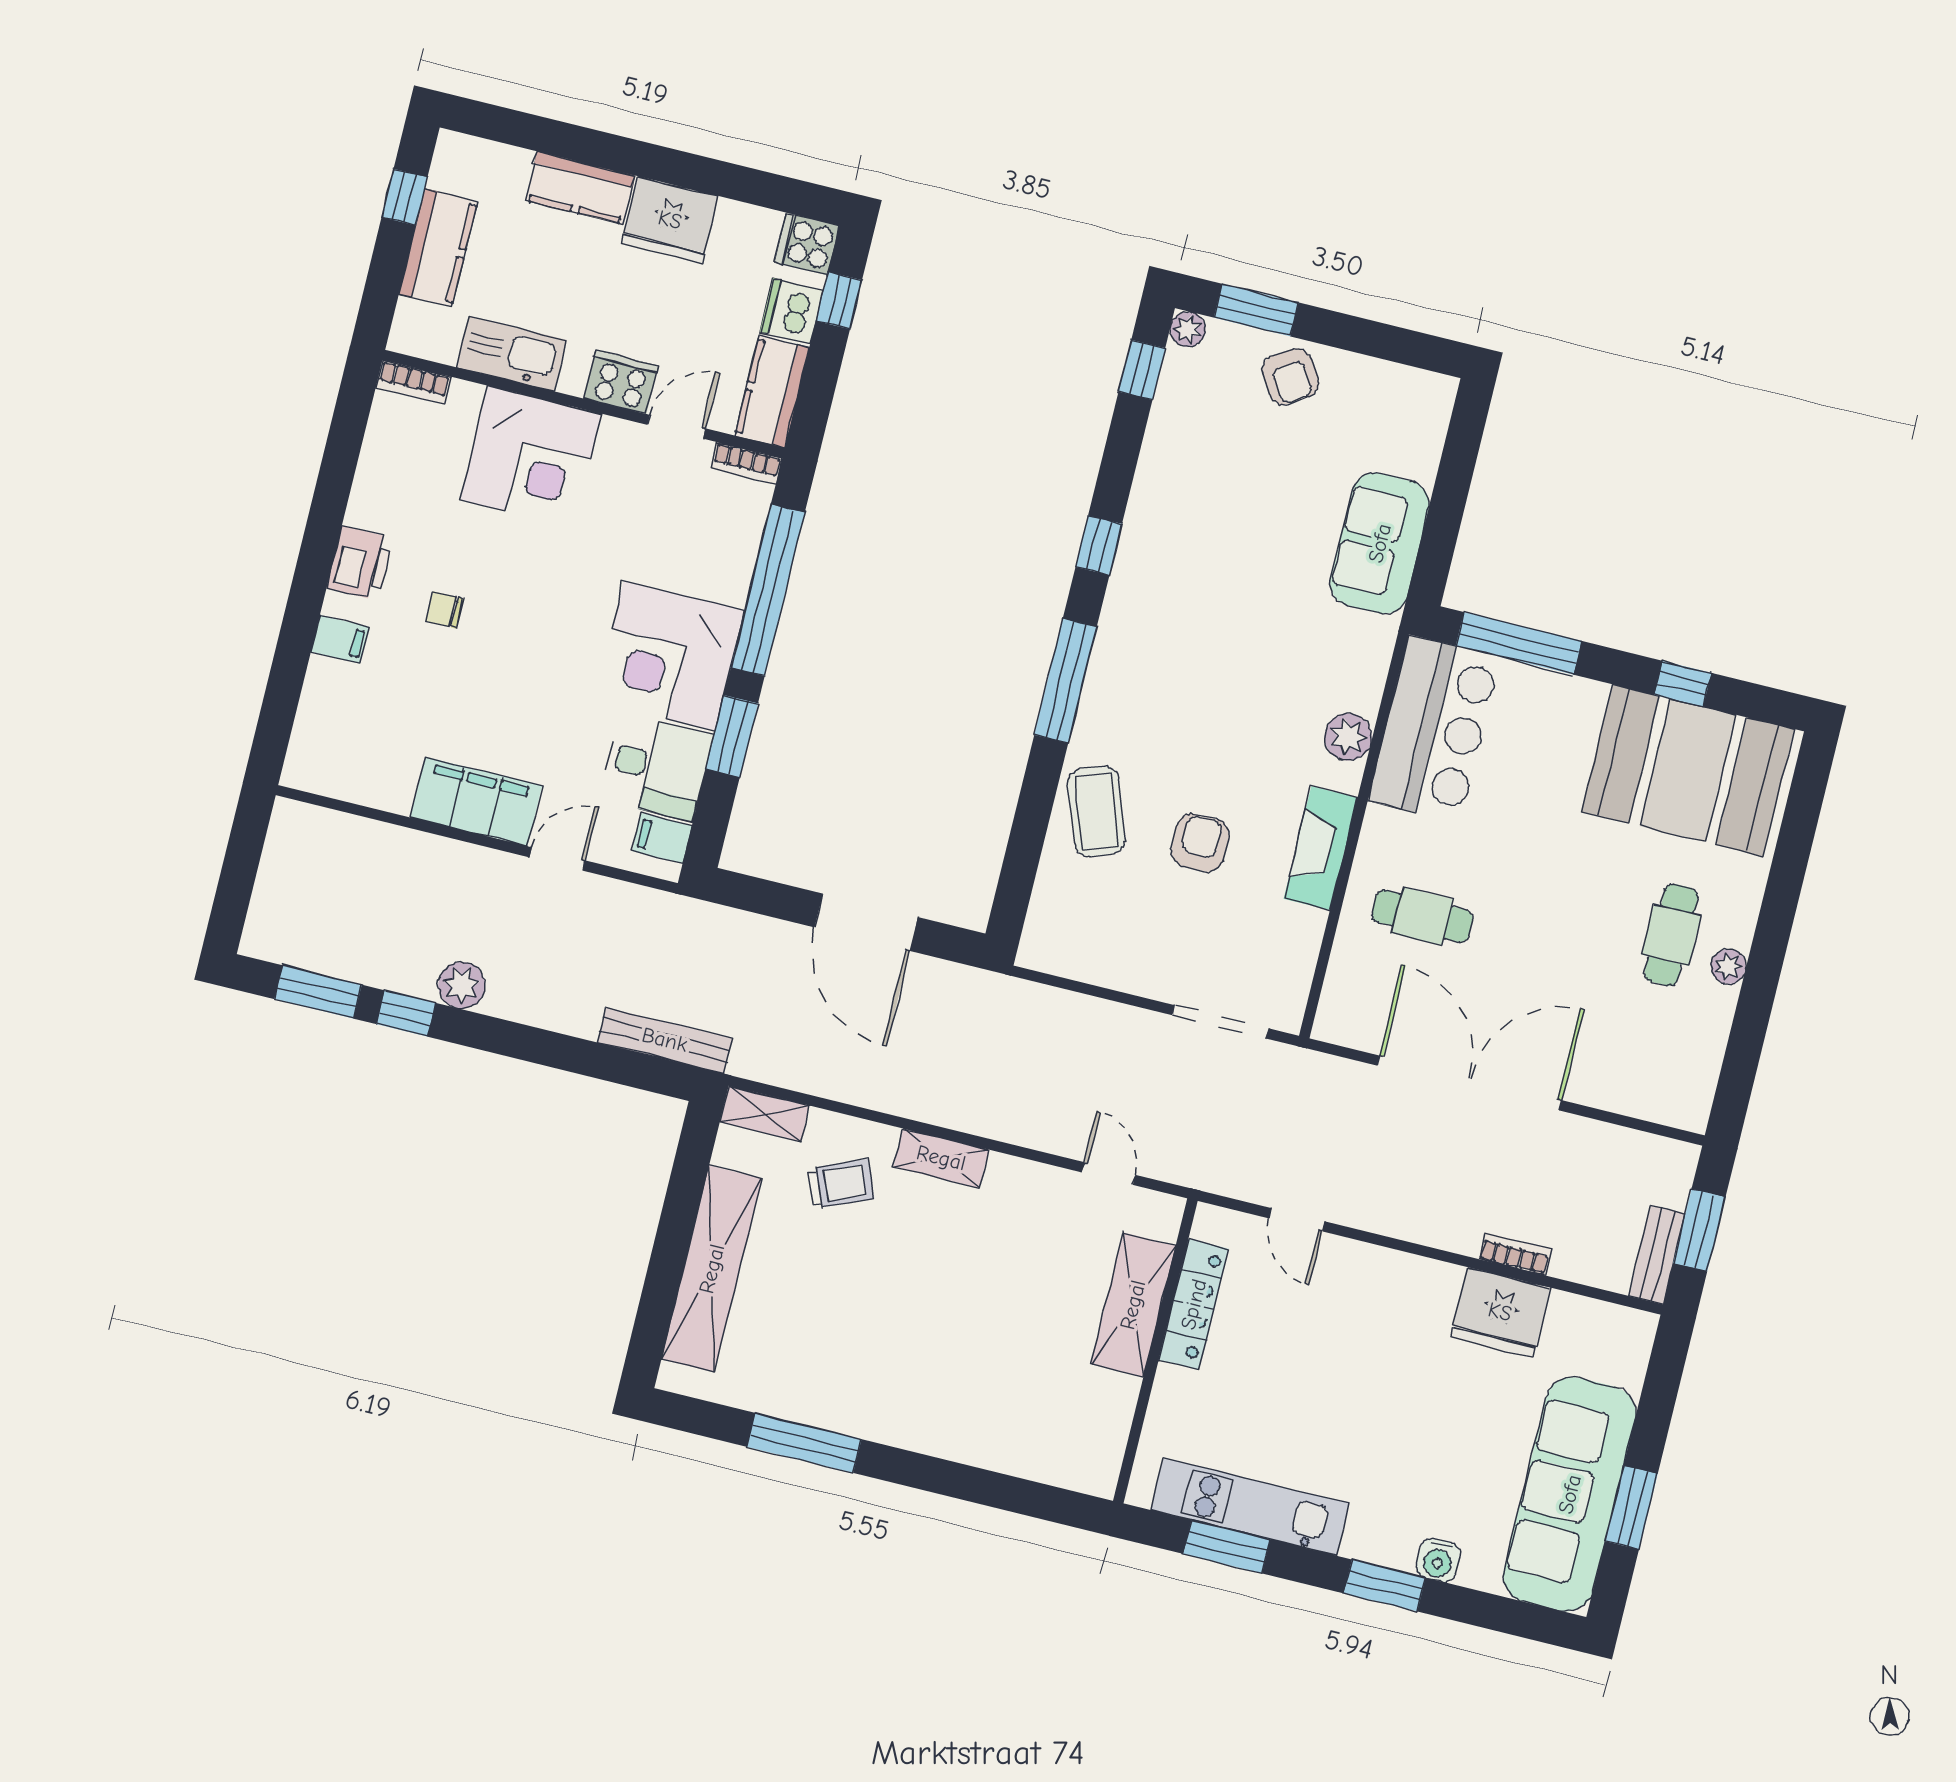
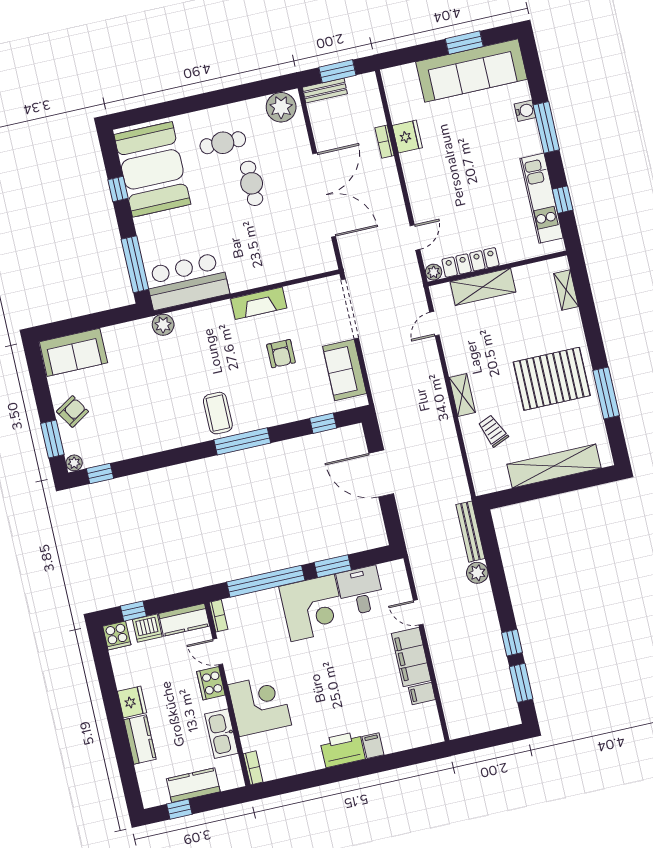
fridge: (670, 220) -> (132, 702), width x0.73, depth x0.75
sofa: (1380, 543) -> (73, 352), moved
window: (1099, 545) -> (323, 423), moved
printer: (360, 563) -> (343, 749), width x1.37, depth x1.19
chair: (445, 610) -> (340, 709), removed
plant: (1348, 737) -> (163, 325), moved
coffee table: (1096, 811) -> (218, 413), moved, turned -70
filing cabinet: (662, 838) -> (422, 694), moved, turned 90
armchair: (1200, 843) -> (281, 354), turned -90
cafe table: (1422, 916) -> (252, 183), moved
door: (866, 922) -> (381, 473), swing flipped
sofa: (1106, 952) -> (345, 370), added
plant: (1728, 966) -> (281, 107), moved, width x1.88, depth x1.88
plant: (462, 985) -> (477, 573), moved
doorway: (1220, 1022) -> (350, 309), width x1.36
double door: (1469, 1083) -> (324, 195), swing flipped
shelving: (764, 1114) -> (566, 290), moved
plant: (1211, 1222) -> (434, 272), added
bench: (1657, 1255) -> (325, 91), moved
fridge: (1500, 1312) -> (407, 137), width x0.73, depth x0.75
pallet: (885, 1350) -> (552, 379), added
window: (1227, 1547) -> (563, 200), width x0.67
window: (1385, 1586) -> (546, 127), width x1.44

